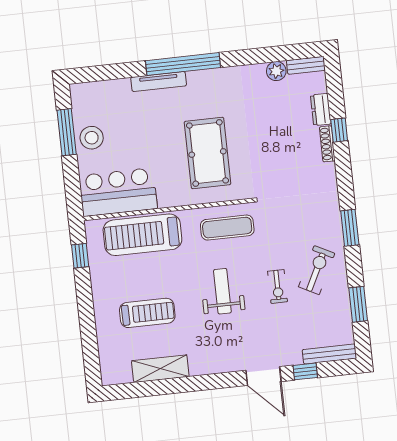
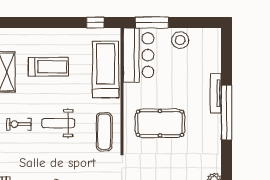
window: (67, 132) -> (152, 22), moved
exercise bike: (278, 287) -> (19, 124), moved
weight bench: (222, 291) -> (58, 123), turned 180
treadmill: (147, 313) -> (48, 67), turned -90

